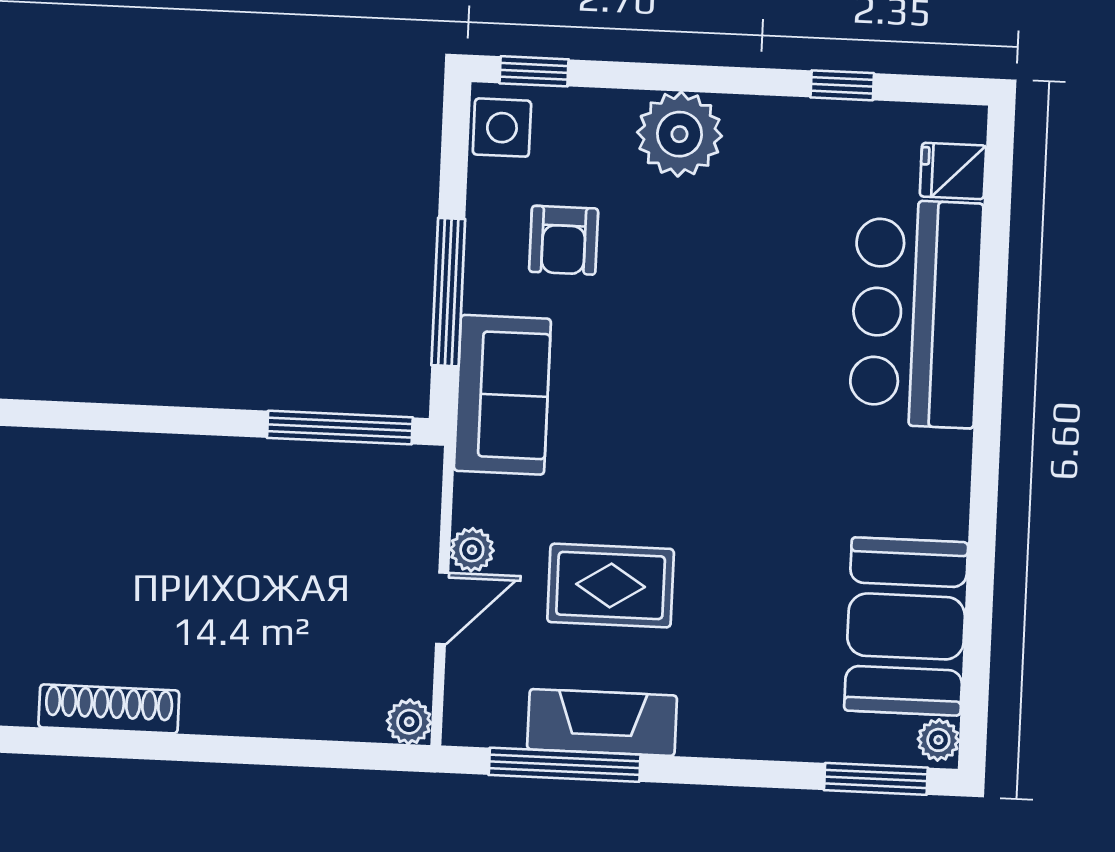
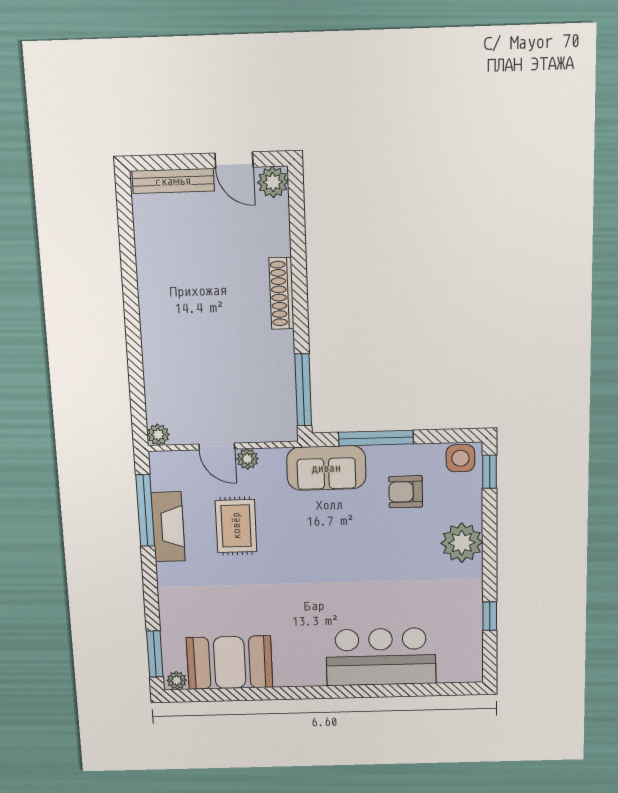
fridge: (953, 171) -> (451, 669), removed
shoe rack: (109, 709) -> (282, 293), moved, turned 180

